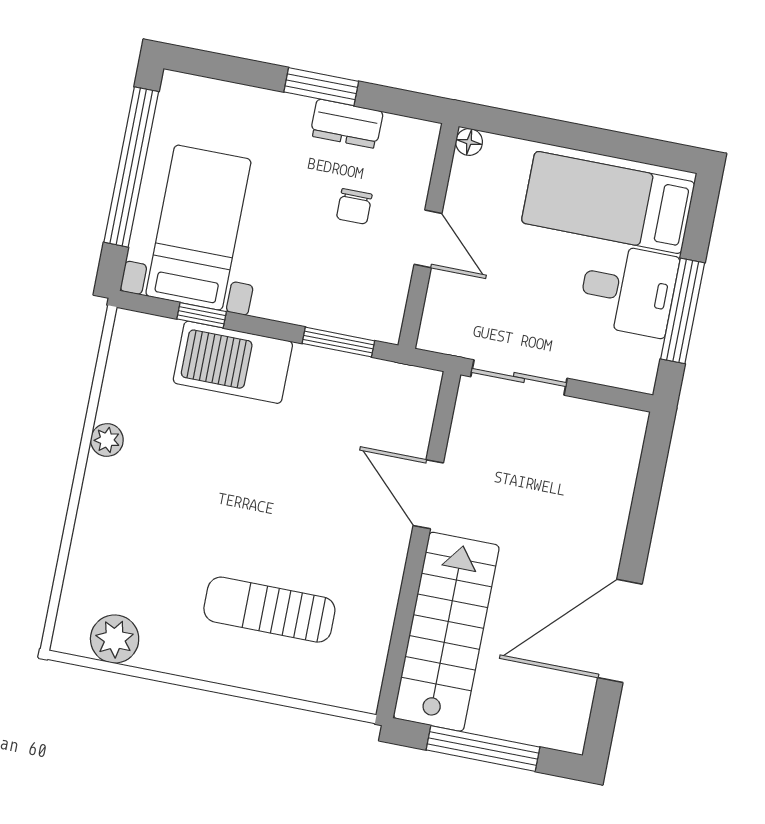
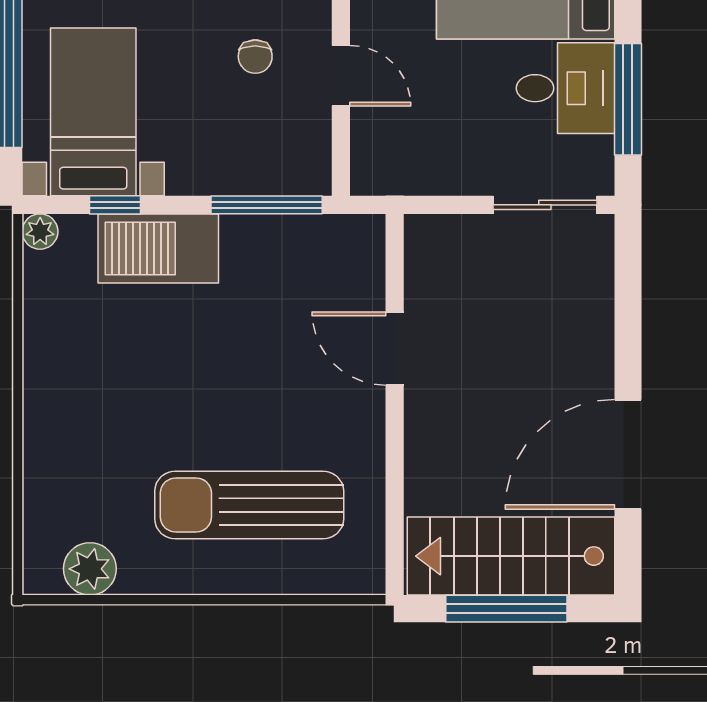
window: (338, 342) -> (267, 205), width x1.44
sliding door: (519, 378) -> (545, 205), moved
plant: (107, 440) -> (40, 232), moved
sun lounger: (269, 610) -> (249, 505), width x1.36, depth x1.34
stairs: (446, 632) -> (511, 556), moved, turned -90

